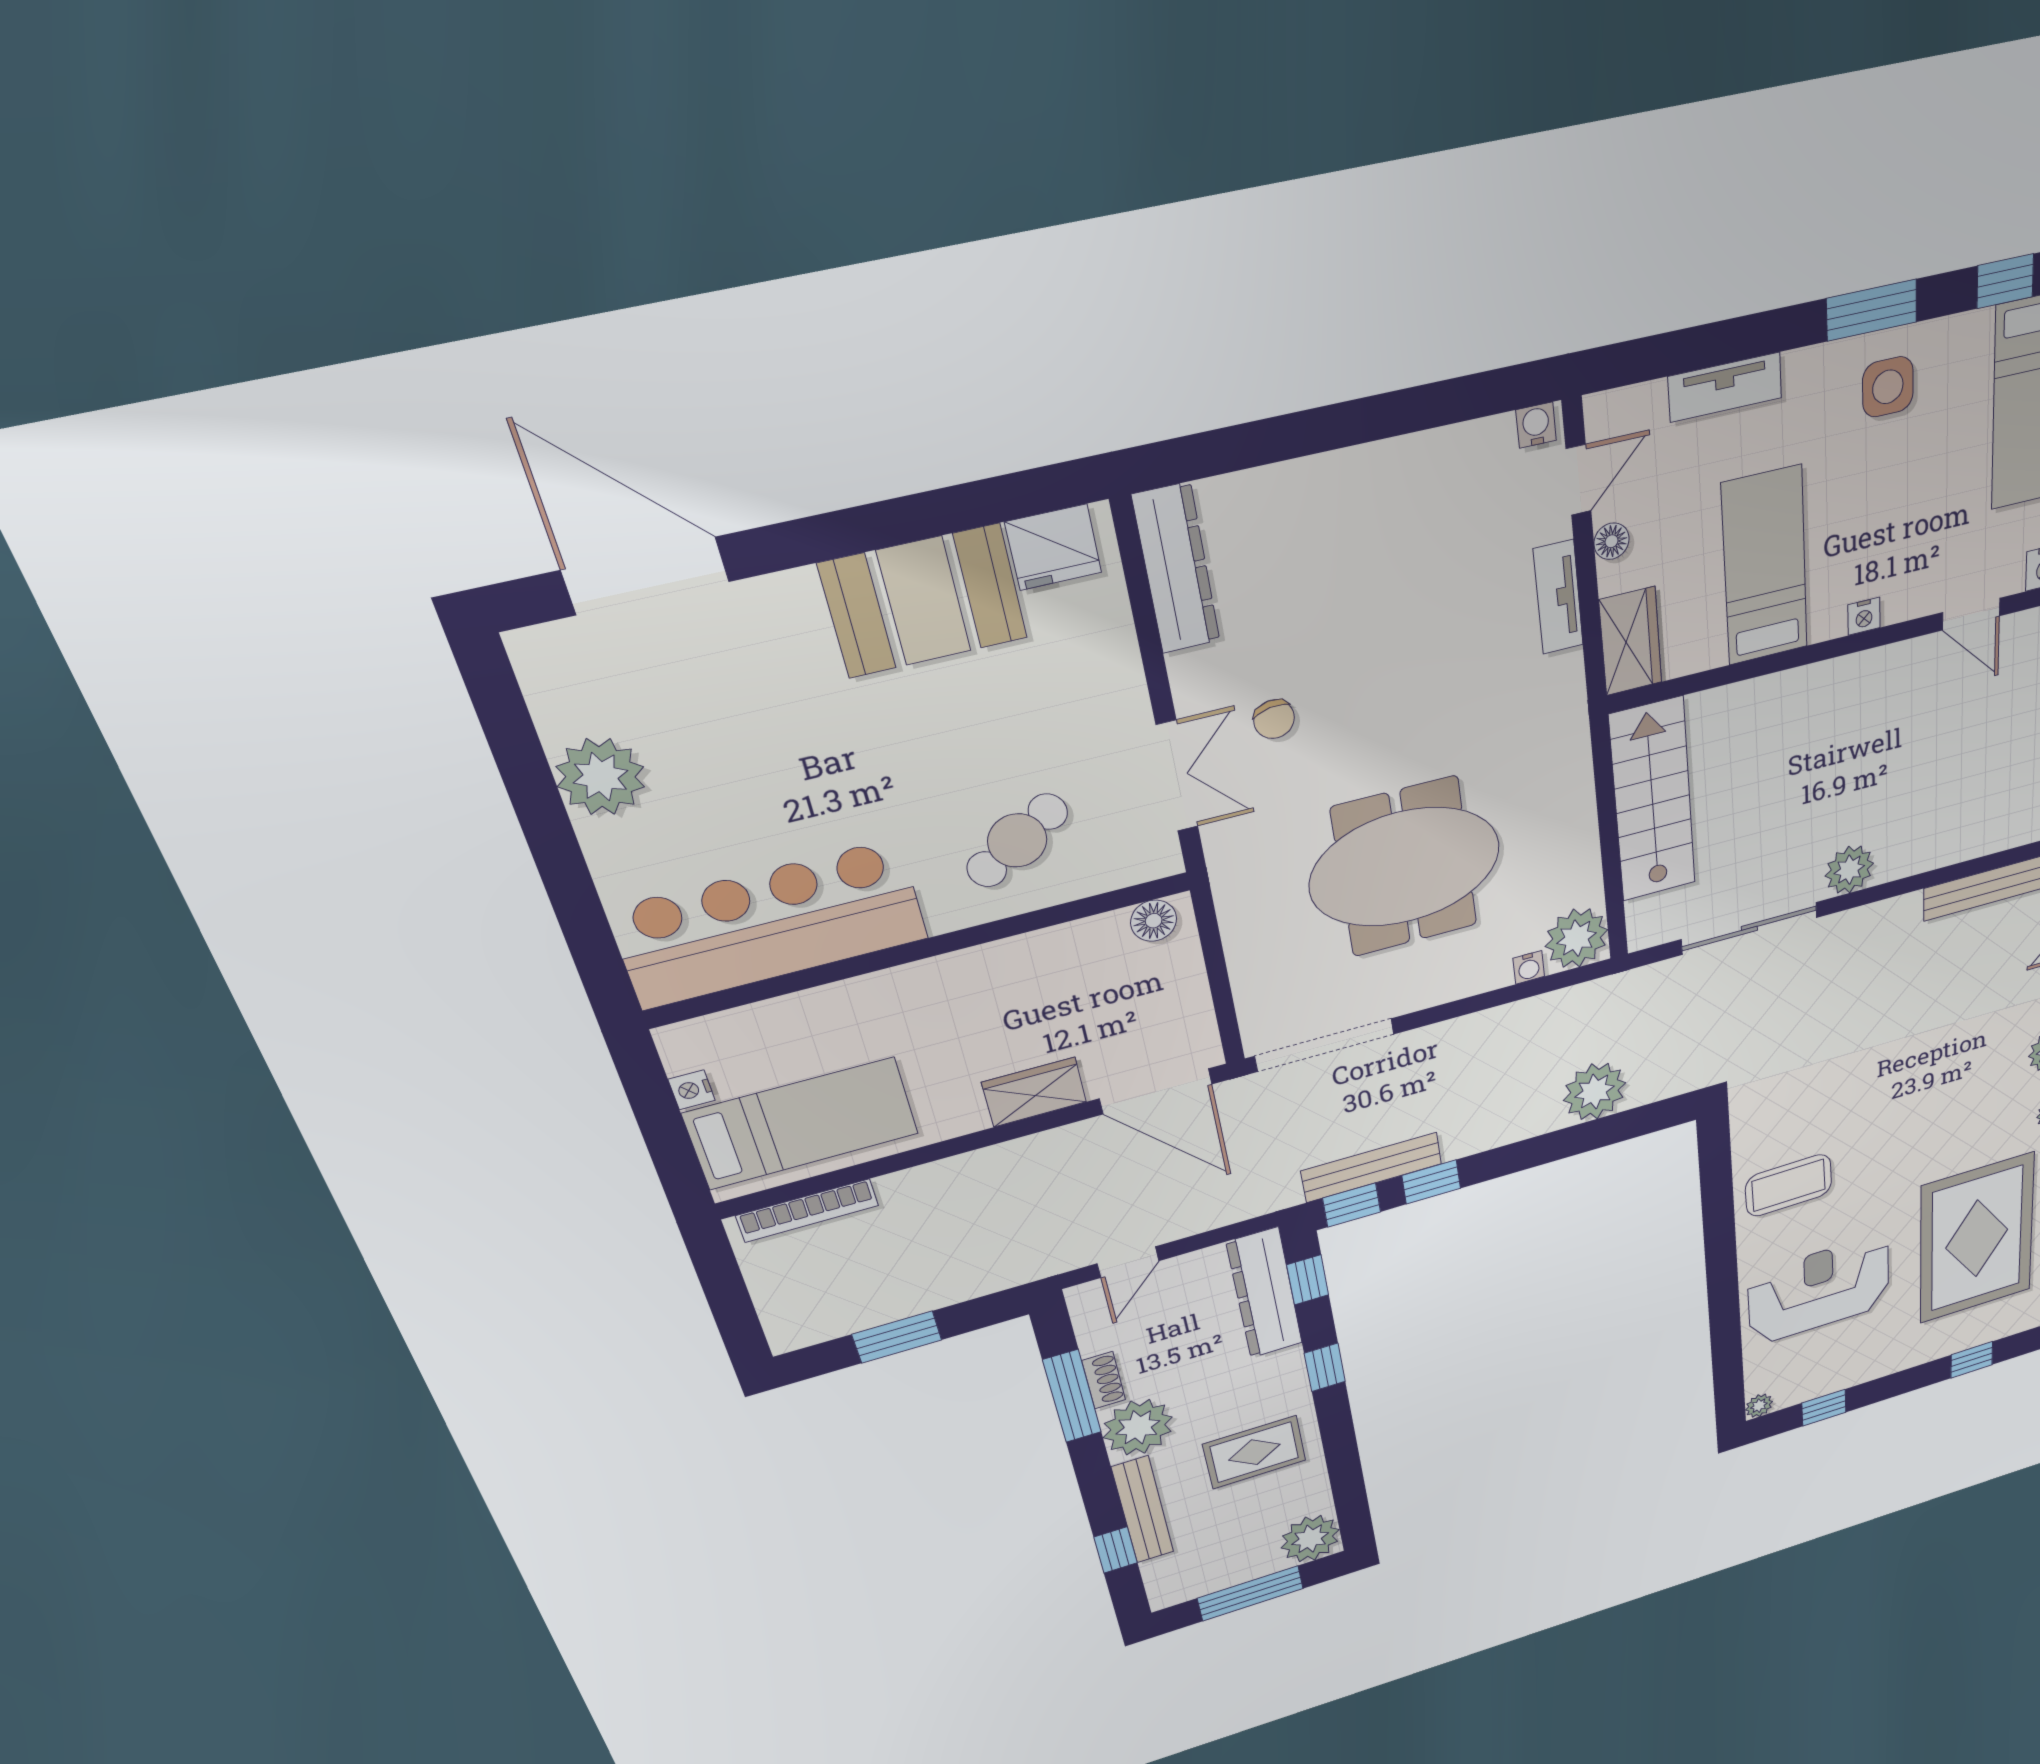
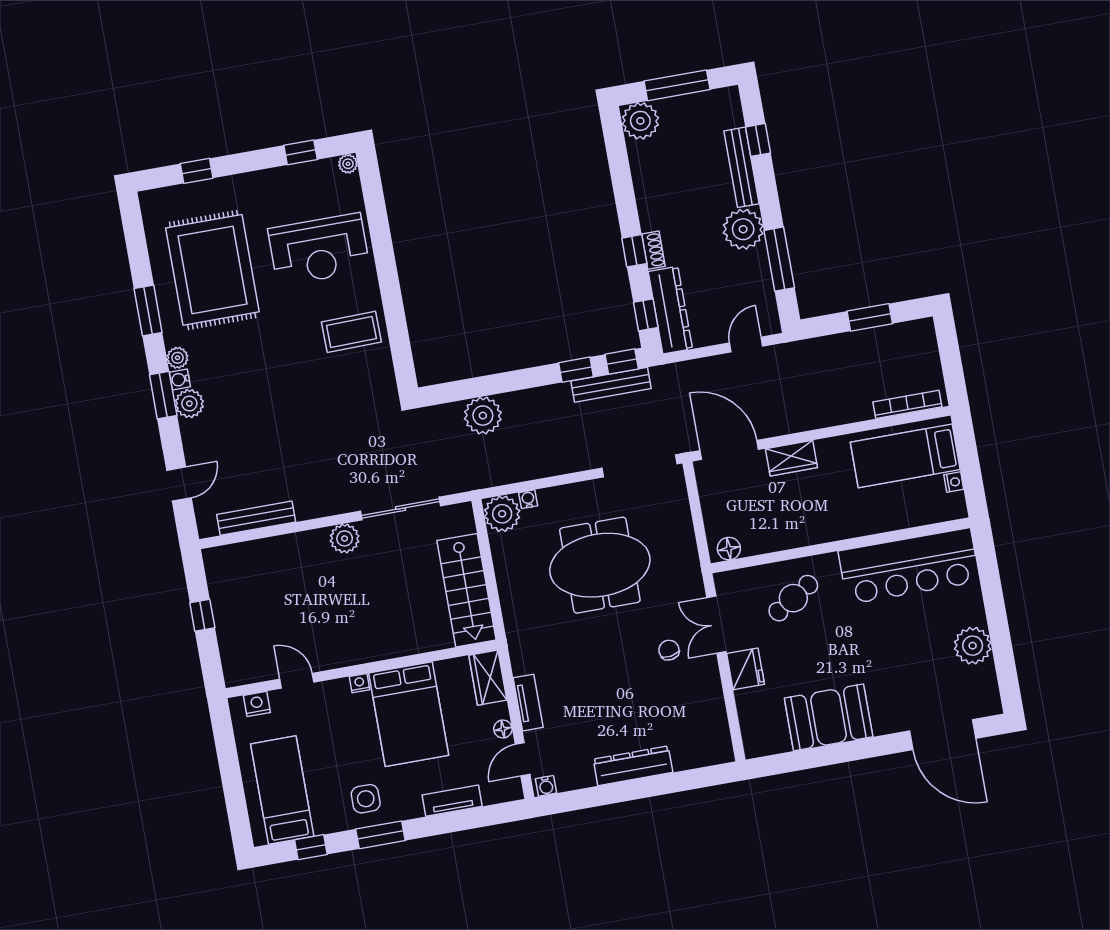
fridge: (1053, 547) -> (745, 669), moved, turned 90
bed: (1765, 566) -> (409, 714), width x1.50
dresser: (1176, 569) -> (633, 766), moved, turned 90
shoe rack: (1104, 1380) -> (653, 250), moved, turned 180
rug: (1254, 1452) -> (675, 196), removed

